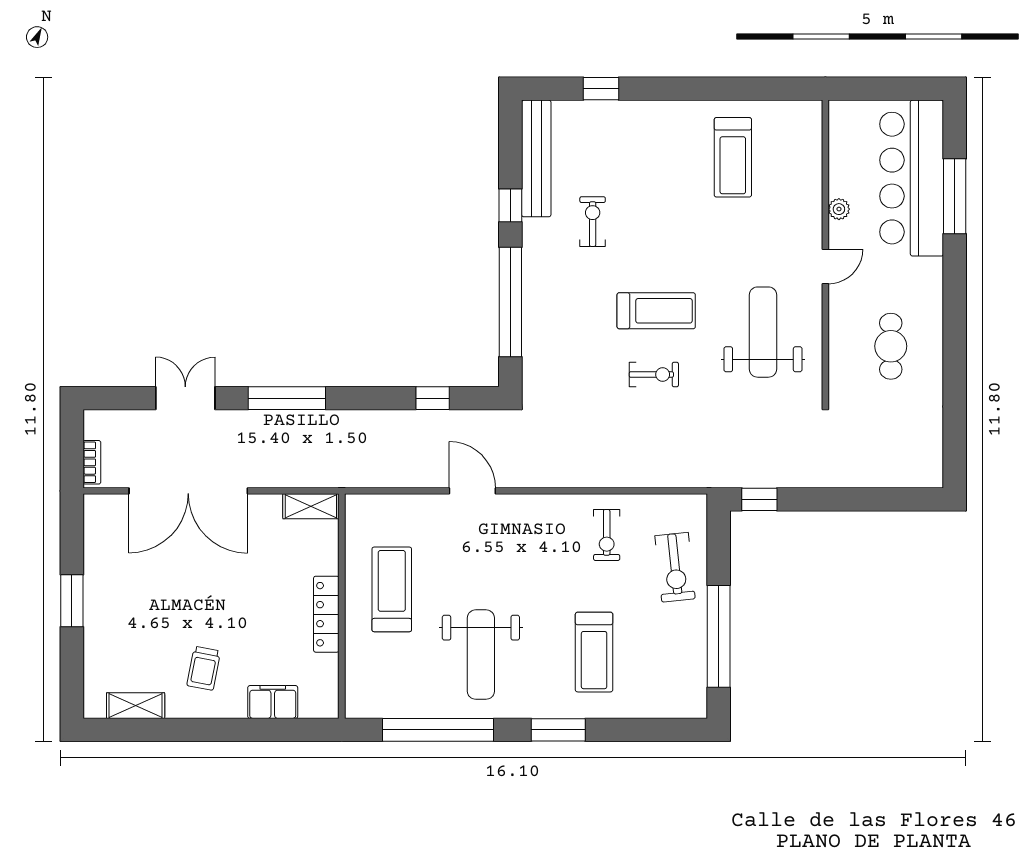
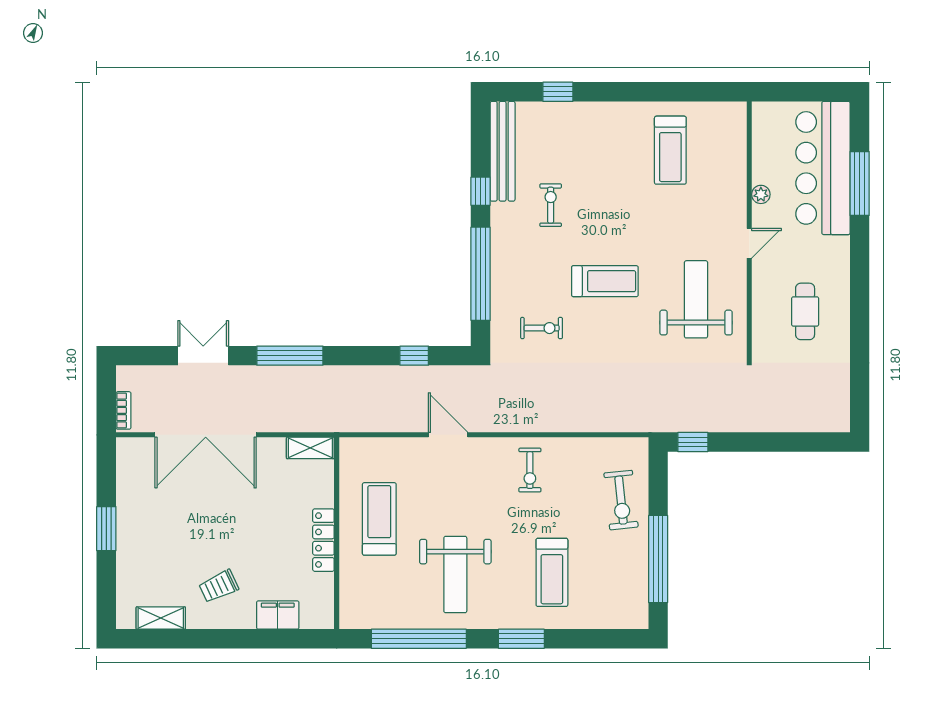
exercise bike: (654, 375) -> (542, 328), moved
exercise bike: (607, 535) -> (530, 470), moved
trolley: (204, 668) -> (219, 586), turned 54

